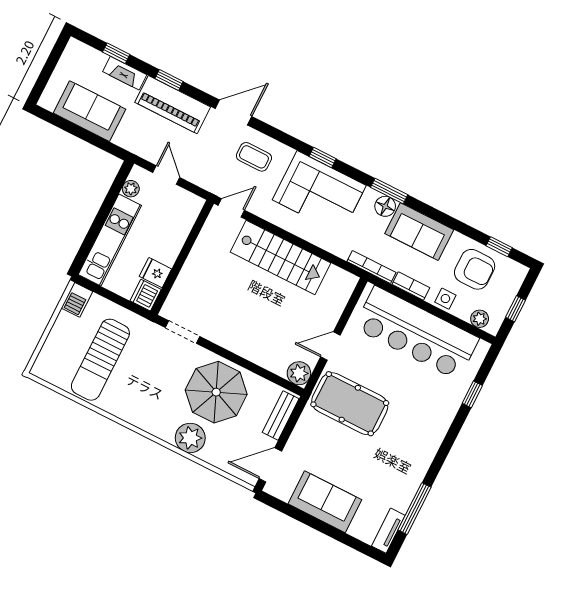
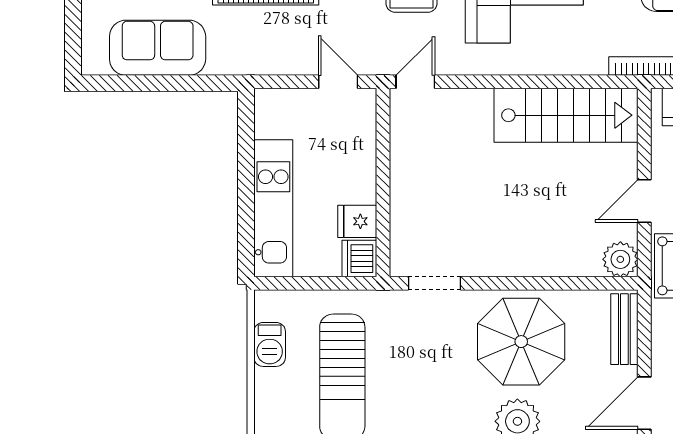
door: (166, 175) -> (338, 82), moved
plant: (131, 189) -> (267, 125), removed
stairs: (280, 257) -> (566, 115), moved
barbecue: (77, 300) -> (270, 344), moved

